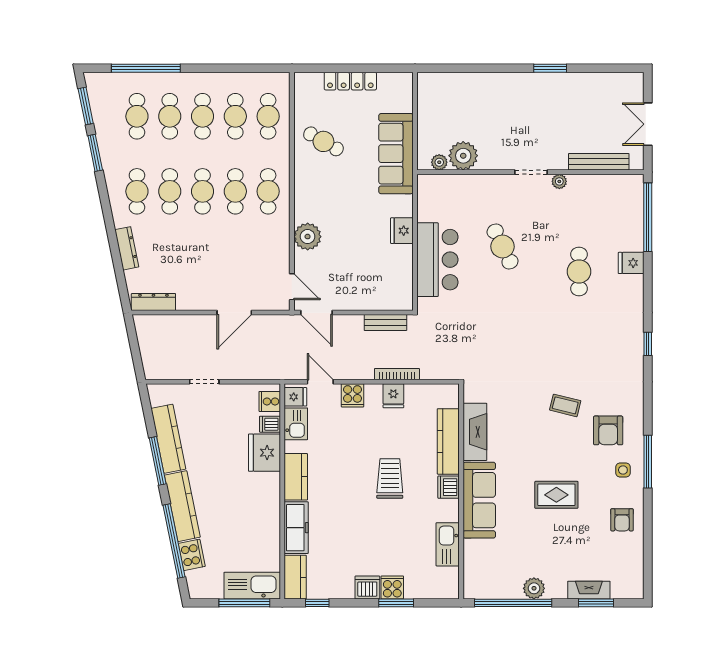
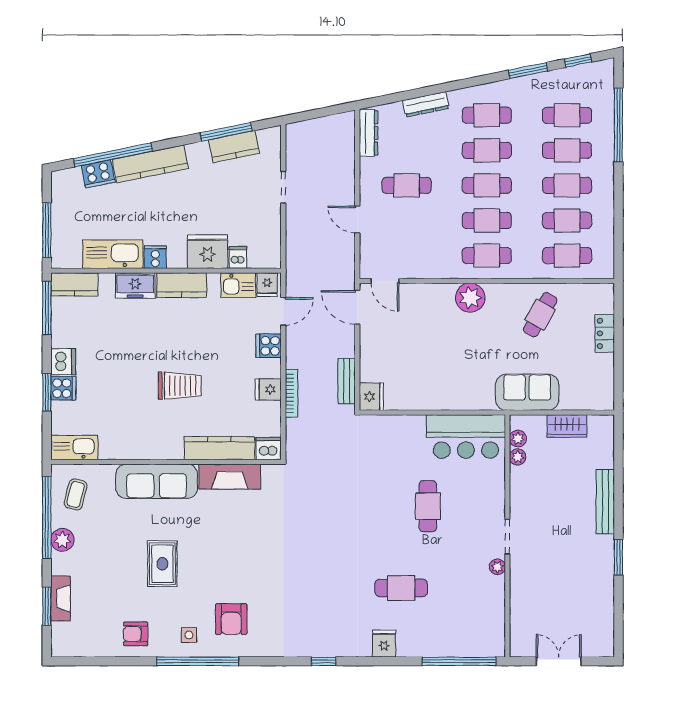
locker: (350, 81) -> (605, 333), width x0.66
window: (86, 106) -> (578, 60), width x0.67
wardrobe: (428, 116) -> (567, 426), added
sofa: (396, 154) -> (527, 392), width x0.73
plant: (463, 156) -> (518, 457), width x0.53, depth x0.53
bench: (599, 162) -> (605, 502), moved
fridge: (402, 231) -> (371, 397), moved, turned 90
plant: (308, 237) -> (470, 298), moved
cafe table: (503, 246) -> (428, 506), turned -64
bar counter: (437, 260) -> (466, 437), moved
fridge: (631, 263) -> (384, 644), moved
cafe table: (203, 266) -> (407, 185), added
door: (292, 287) -> (385, 281), hinge flipped
door: (234, 313) -> (357, 219), width x0.73
door: (317, 313) -> (357, 307), hinge flipped
cooker: (270, 401) -> (155, 257), moved
coffee table: (565, 405) -> (76, 494), moved
armchair: (608, 430) -> (231, 619), turned -90
kitchen counter: (168, 439) -> (234, 147), width x0.67
window: (158, 461) -> (226, 132), moved
window: (648, 462) -> (198, 661), width x1.46
dishwasher: (449, 487) -> (268, 449), moved
freezer: (296, 528) -> (135, 286), width x0.71
kitchen sink: (448, 544) -> (74, 448), moved
kitchen sink: (252, 586) -> (113, 254), moved, turned -90
window: (317, 603) -> (47, 308), width x2.17

